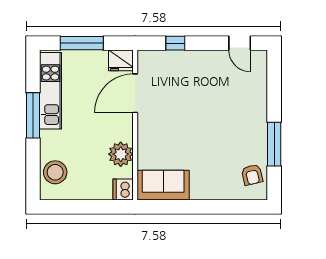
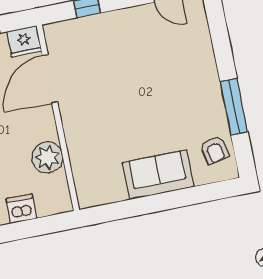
sofa: (163, 185) -> (158, 175), moved
dishwasher: (123, 189) -> (21, 209), moved, turned 90

